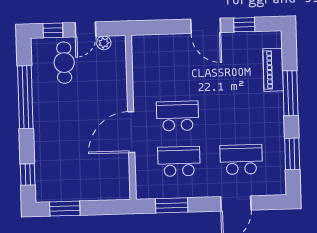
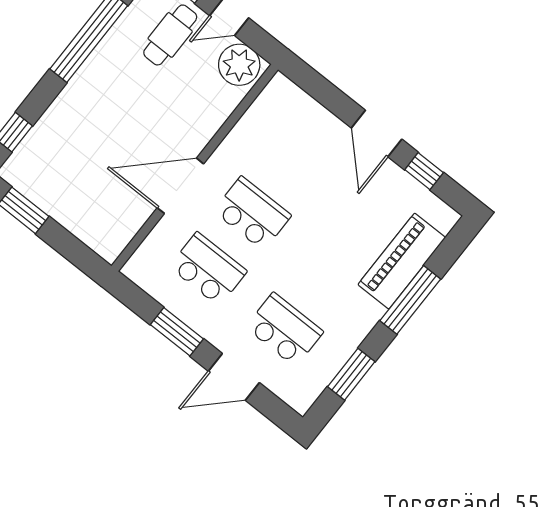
plant: (104, 43) -> (239, 65), width x1.88, depth x1.88
piano: (273, 70) -> (402, 261), width x1.37, depth x1.33
window: (172, 205) -> (177, 332), moved

